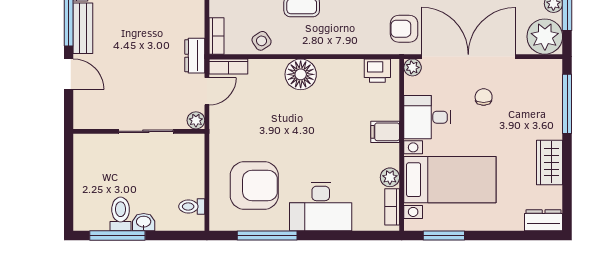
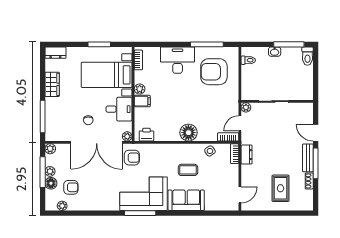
plant: (545, 37) -> (50, 149), width x0.53, depth x0.53
dresser: (195, 56) -> (247, 155), moved
plant: (390, 177) -> (140, 89), moved
toilet: (121, 214) -> (307, 56), moved
window: (444, 235) -> (99, 44), moved

